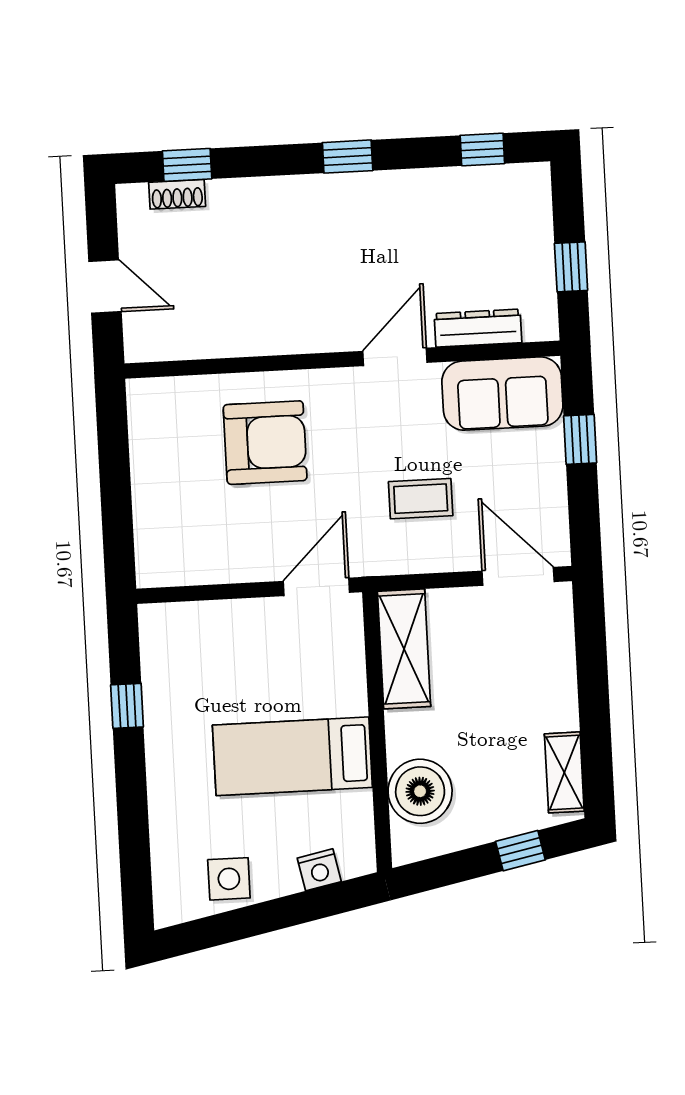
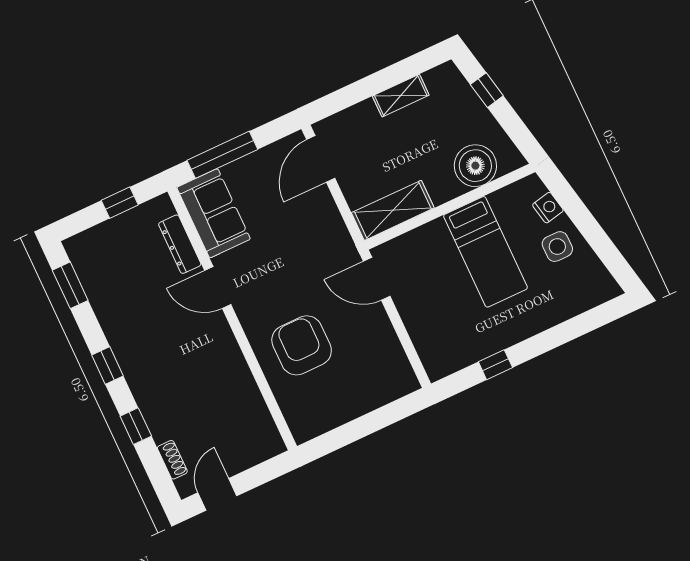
window: (482, 149) -> (70, 285), width x1.50
window: (187, 165) -> (136, 426), moved
door: (105, 286) -> (217, 494), moved
window: (580, 439) -> (222, 155), width x2.17
coffee table: (421, 499) -> (298, 237), removed
shelving: (564, 772) -> (401, 96), moved
side table: (229, 879) -> (557, 247), moved

